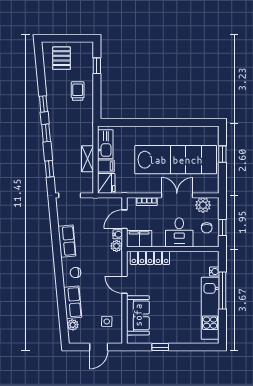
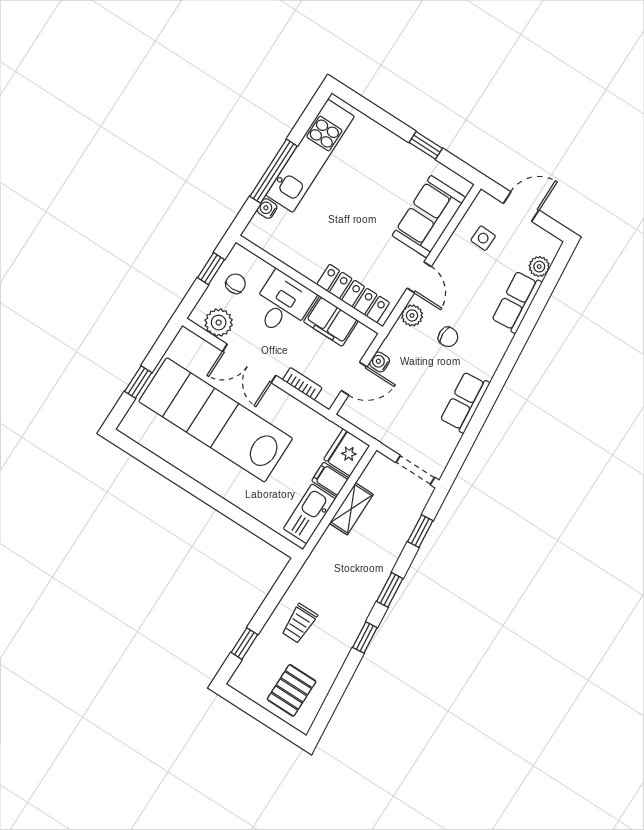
filing cabinet: (139, 239) -> (331, 321), moved
plant: (117, 246) -> (412, 315), moved
chair: (75, 273) -> (448, 337), moved

